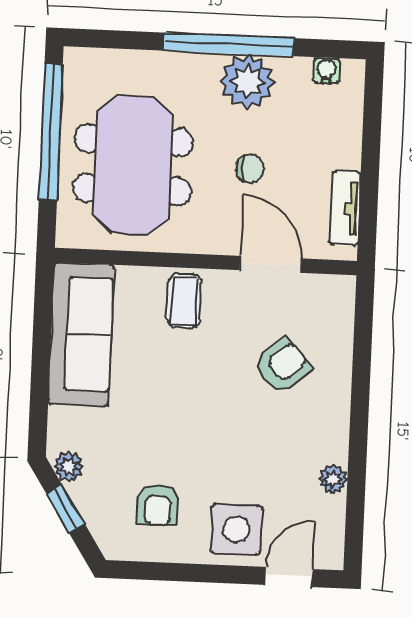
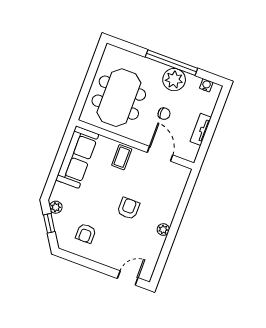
window: (51, 132) -> (91, 74), removed
tv unit: (345, 209) -> (201, 129), moved
armchair: (282, 366) -> (128, 208), moved, turned -49
plant: (333, 479) -> (163, 230), moved
side table: (236, 529) -> (113, 253), removed

